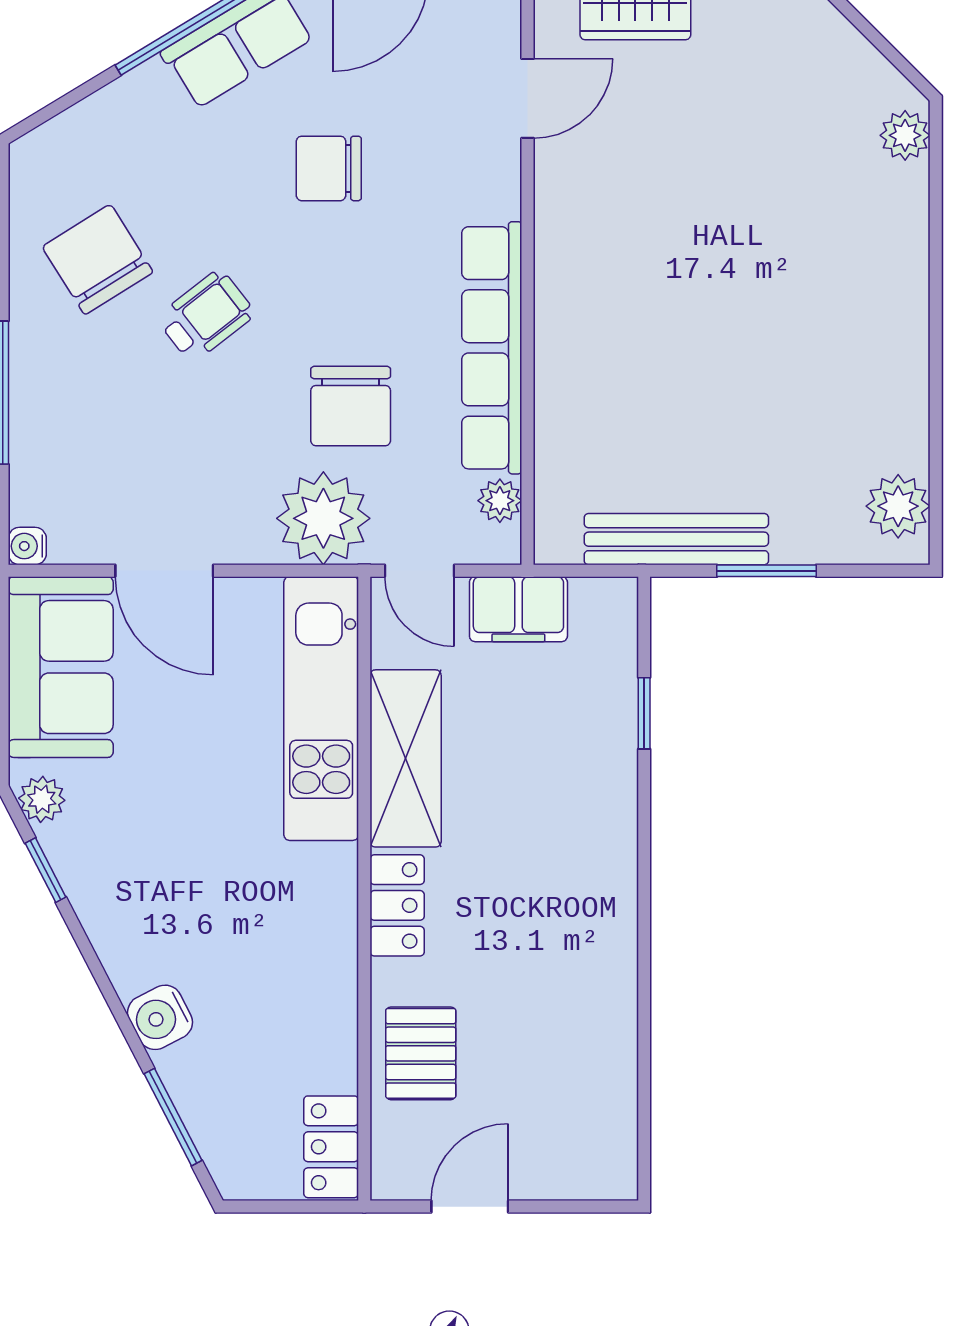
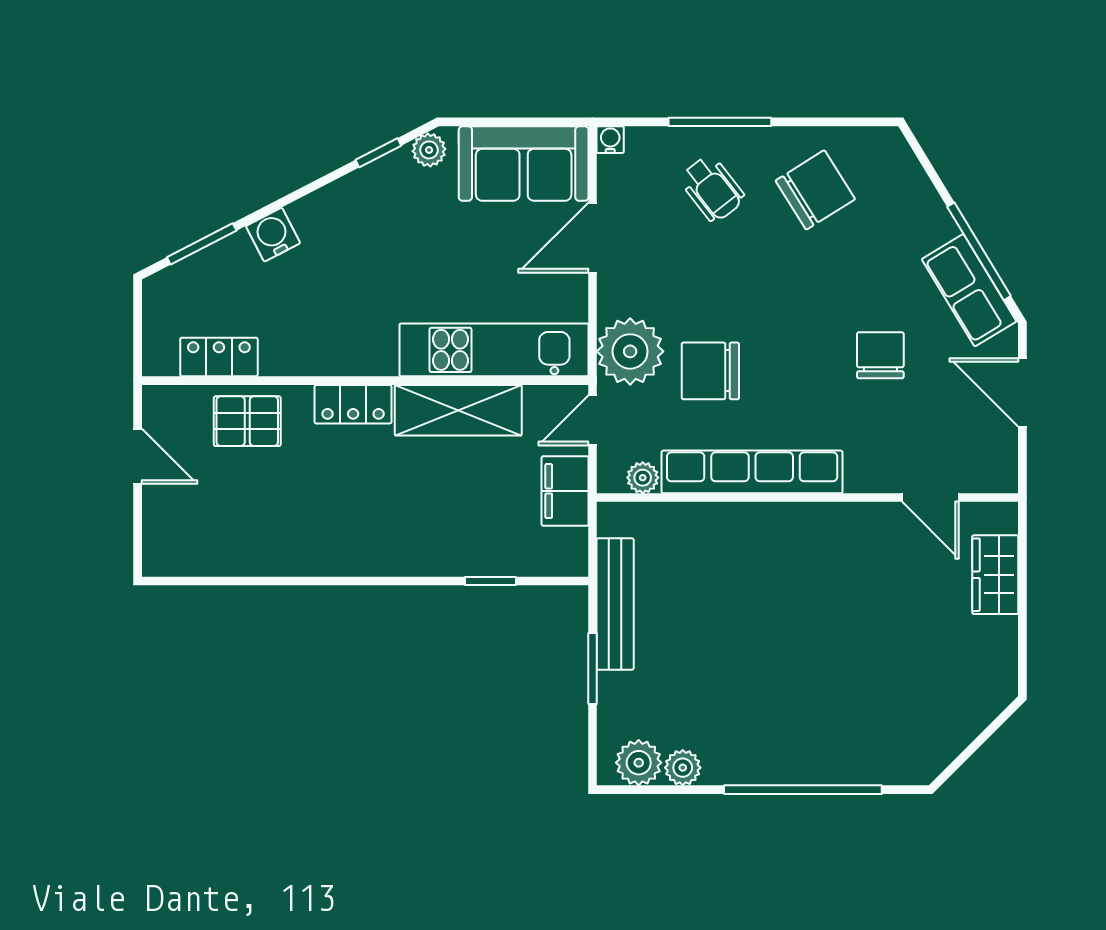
plant: (905, 135) -> (683, 768), moved
window: (936, 277) -> (803, 790), added
wheelchair: (206, 316) -> (712, 188), moved
locker: (331, 1147) -> (219, 357), moved

